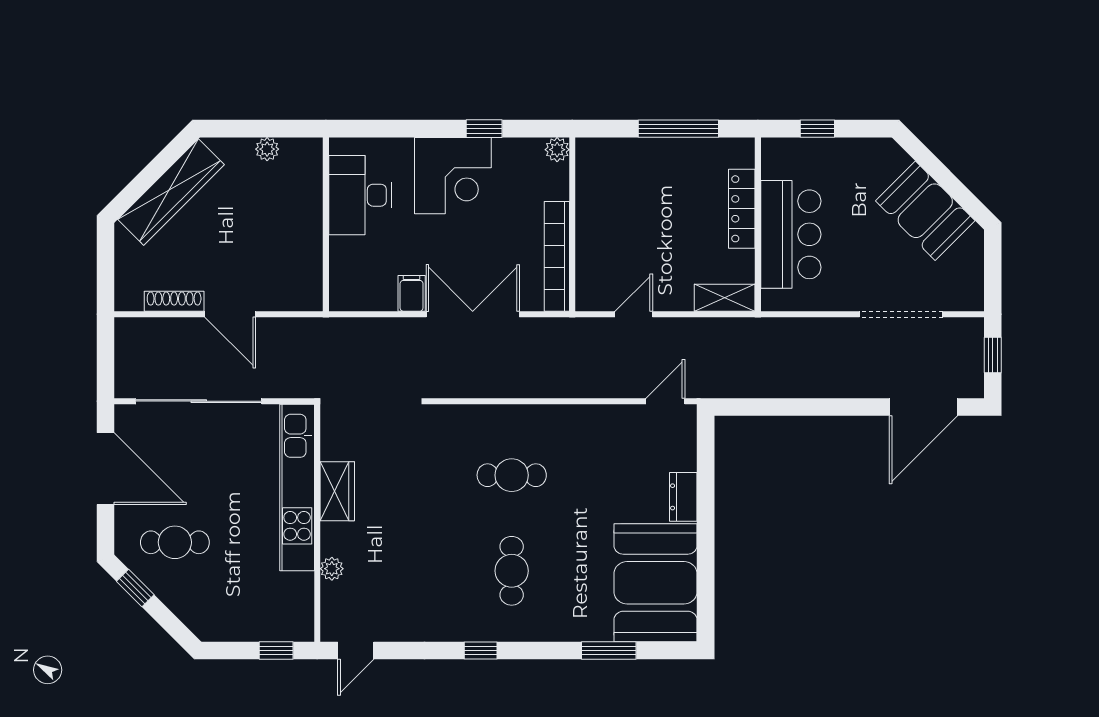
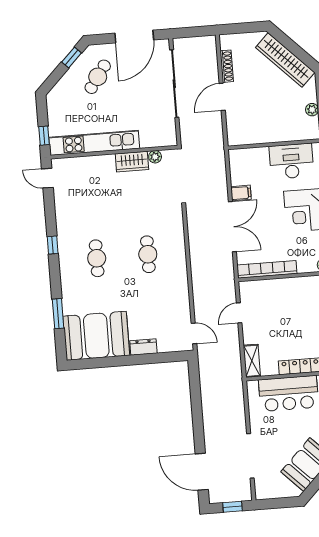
door: (634, 314) -> (239, 313), swing flipped
kitchen unit: (297, 488) -> (94, 143), moved
cafe table: (175, 542) -> (98, 77), turned 35
plant: (332, 569) -> (155, 157), moved
cafe table: (512, 571) -> (97, 258), turned 90

